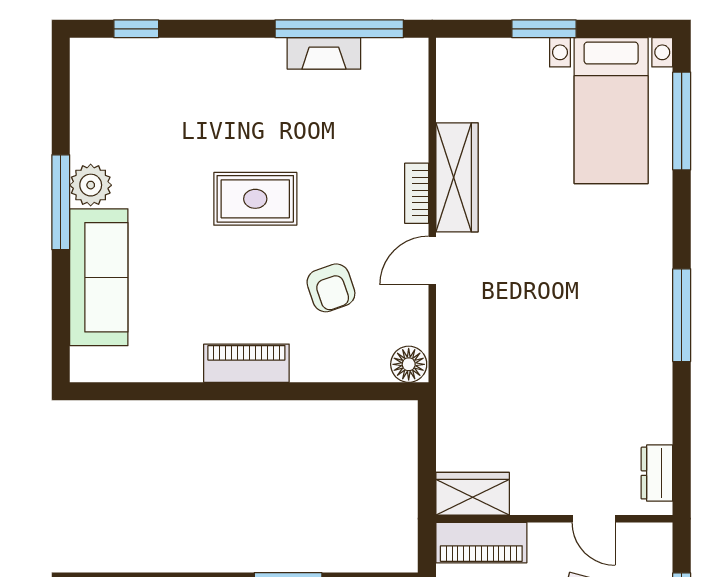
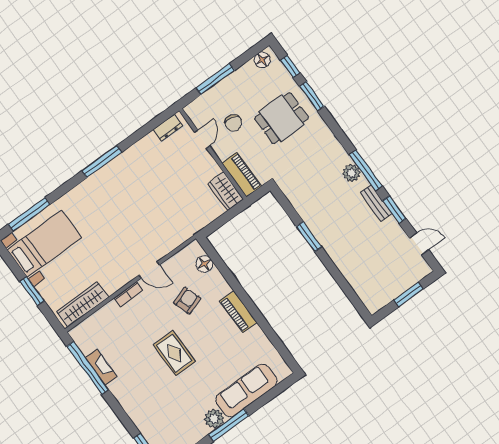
wardrobe: (457, 177) -> (83, 304), moved
floor lamp: (409, 364) -> (204, 264), moved

